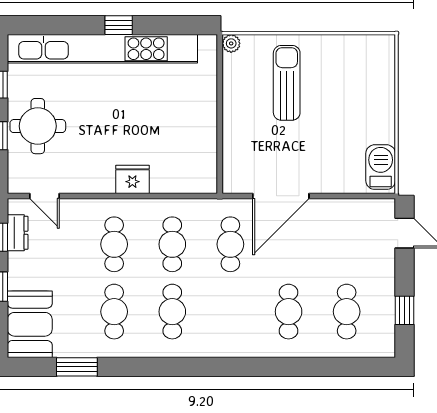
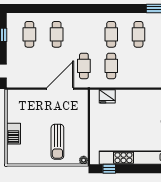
window: (119, 25) -> (109, 169), moved
barbecue: (381, 167) -> (13, 134), moved
fridge: (132, 179) -> (107, 96), moved
cafe table: (114, 244) -> (138, 66), removed

